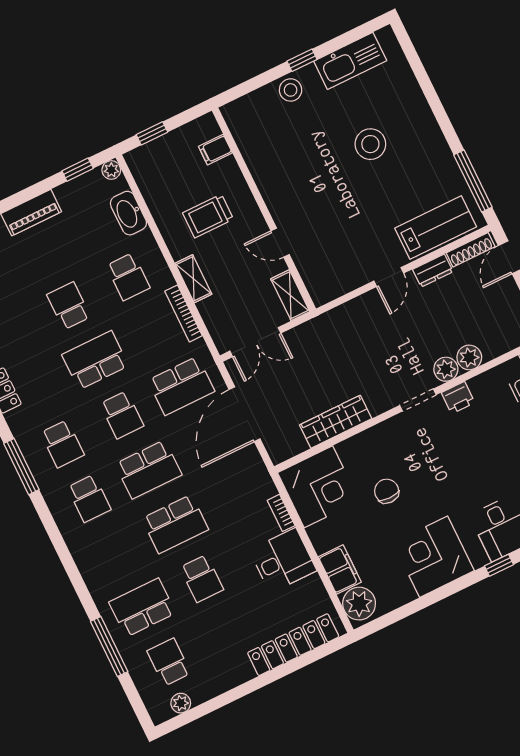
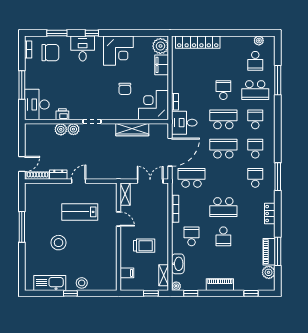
window: (473, 181) -> (22, 227), moved
lab bench: (436, 227) -> (80, 212), moved
shelving: (193, 279) -> (164, 275), moved
printer: (458, 398) -> (62, 114), moved
school desk: (122, 415) -> (255, 119), moved
desk: (283, 560) -> (184, 123), moved

